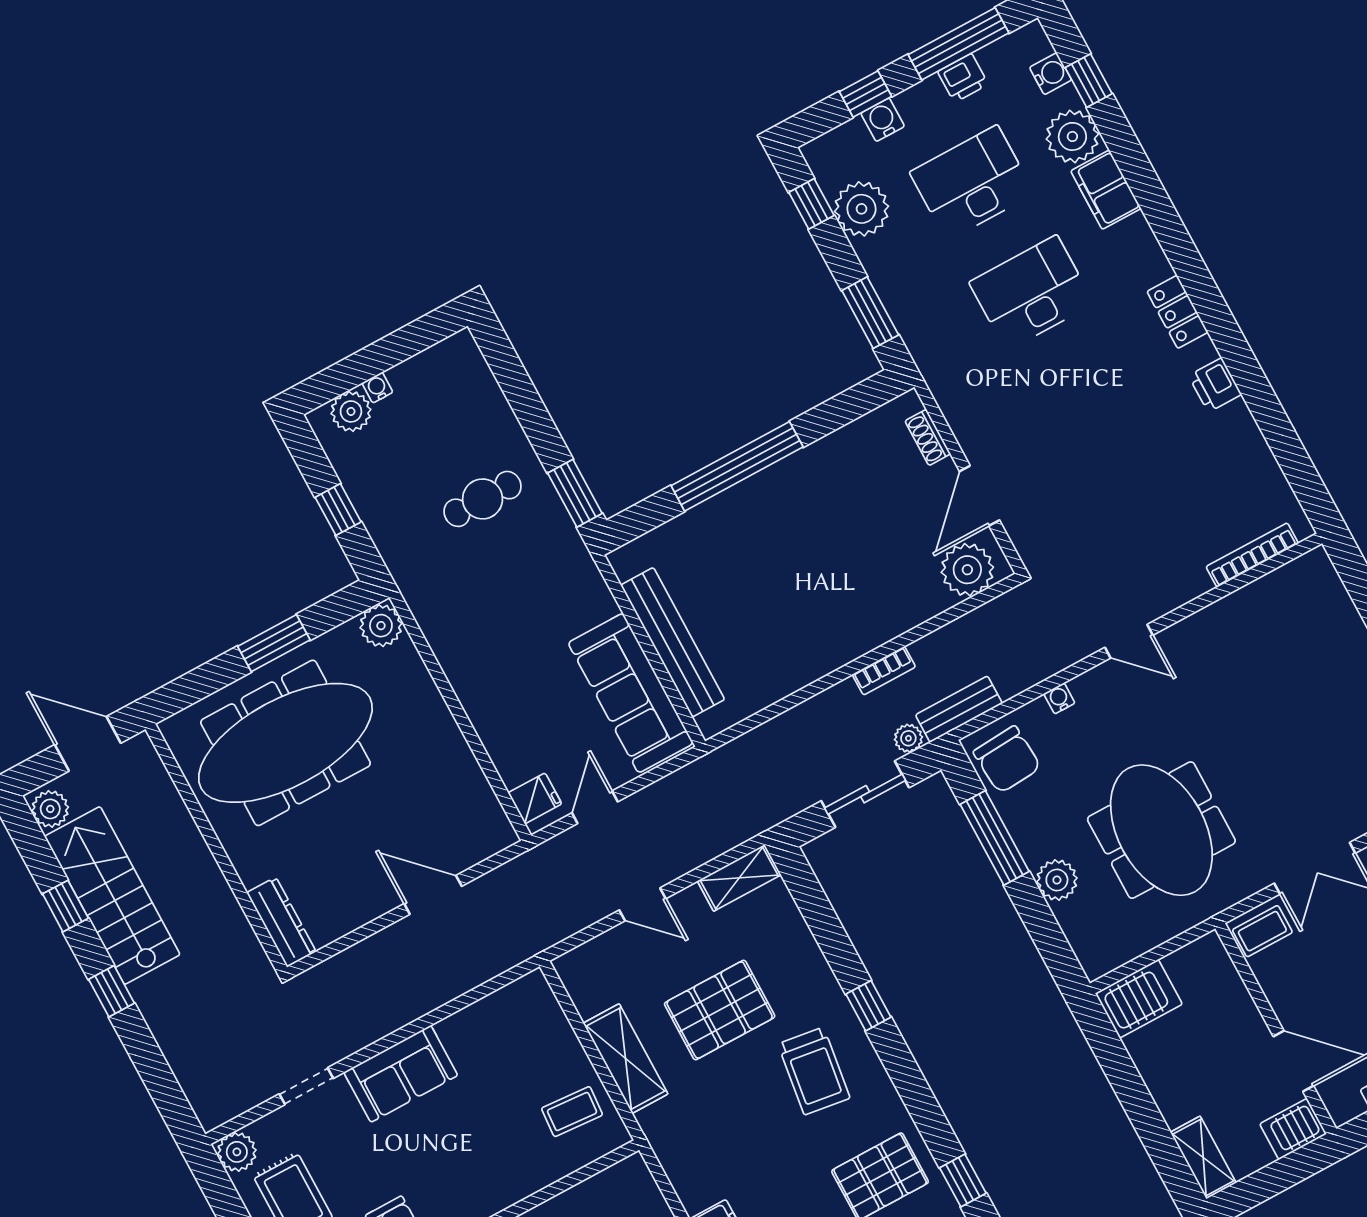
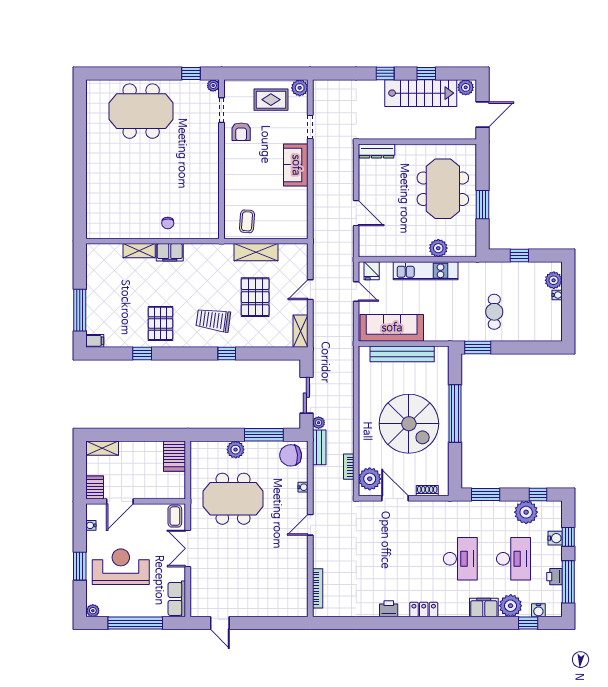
spiral stairs: (810, 550) -> (409, 424), added
plant: (381, 626) -> (438, 248), moved
bookcase: (884, 671) -> (349, 467), moved
kitchen unit: (475, 687) -> (426, 271), added
meeting table: (285, 743) -> (443, 189), width x0.73
door: (433, 895) -> (356, 213), hinge flipped

